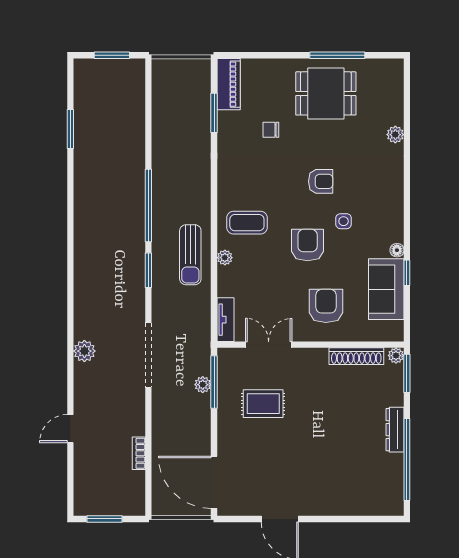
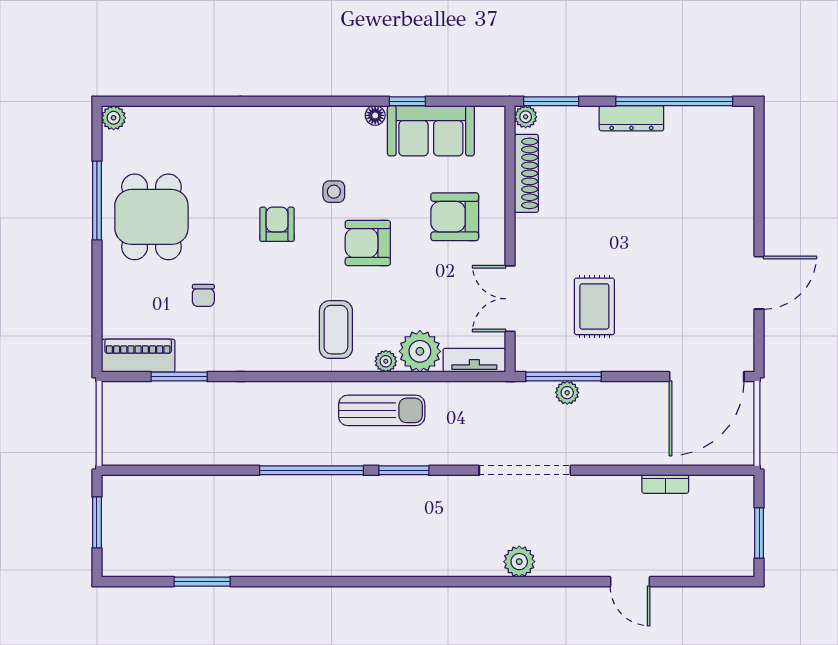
plant: (395, 135) -> (114, 118), moved
plant: (232, 281) -> (420, 351), added

